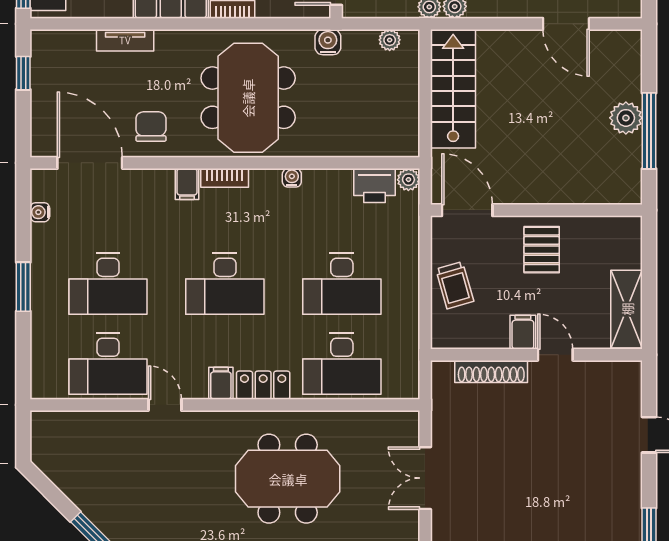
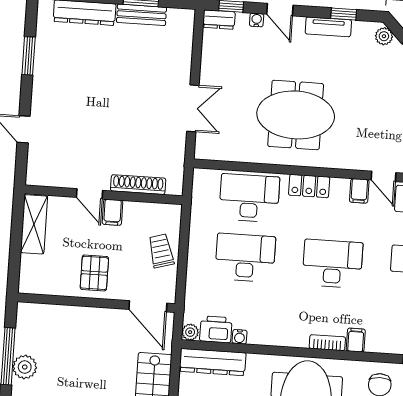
dresser: (376, 142) -> (213, 362), added
water cooler: (292, 178) -> (240, 337), moved
filing cabinet: (221, 383) -> (359, 191), moved

